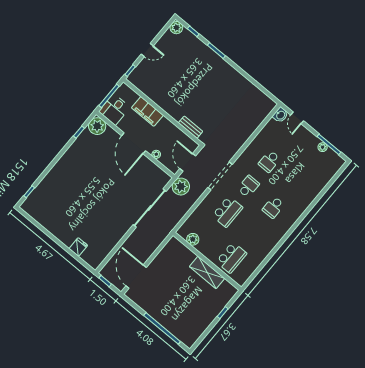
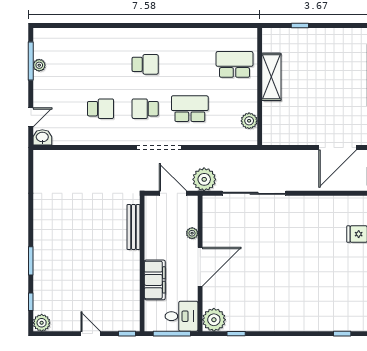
bench: (191, 127) -> (133, 227), width x1.36
door: (188, 162) -> (173, 193), swing flipped

